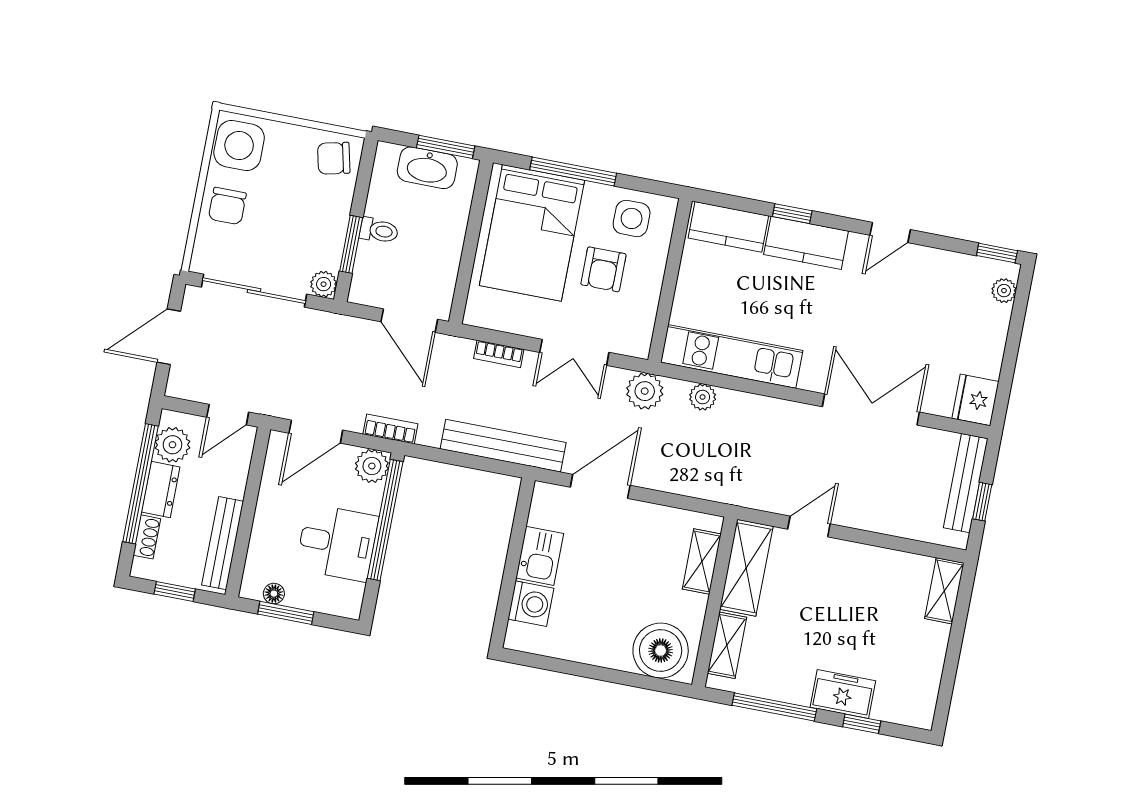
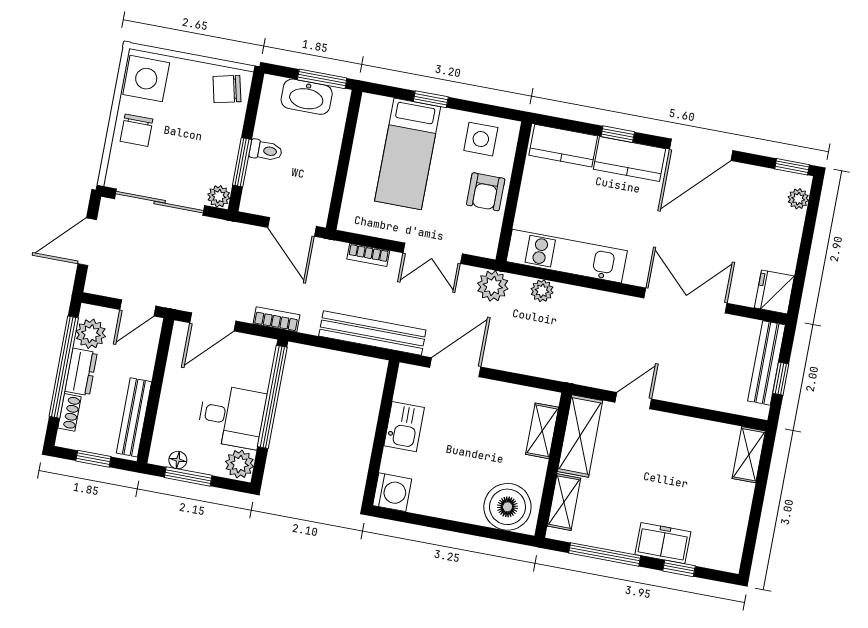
window: (573, 171) -> (431, 99), width x0.46
door: (890, 232) -> (701, 150), width x1.87
bed: (532, 233) -> (408, 154), width x0.67
armchair: (603, 269) -> (486, 192), moved
plant: (372, 466) -> (240, 464), moved
washing machine: (531, 604) -> (392, 492), moved

